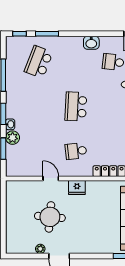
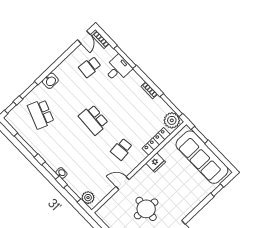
washbasin: (91, 43) -> (50, 81), moved
plant: (13, 138) -> (88, 198), moved
fridge: (77, 187) -> (156, 163), moved

